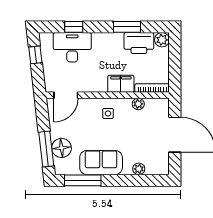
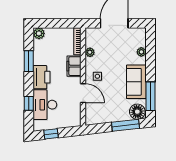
printer: (139, 43) -> (42, 77), moved
door: (66, 95) -> (83, 93), moved
floor lamp: (62, 148) -> (137, 112), moved

